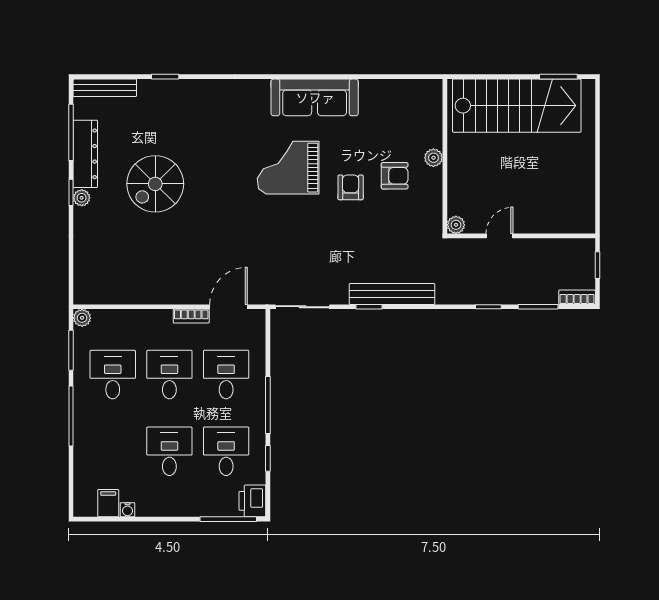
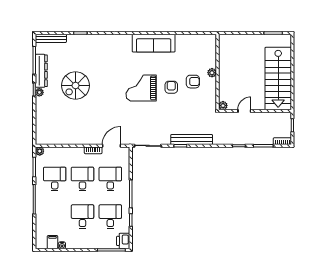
stairs: (517, 106) -> (278, 79), moved, turned 90
grand piano: (288, 168) -> (141, 88), moved

